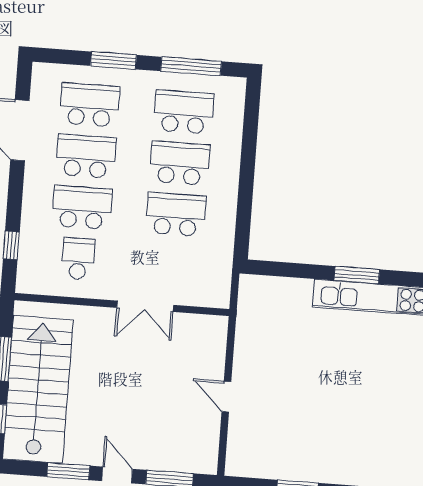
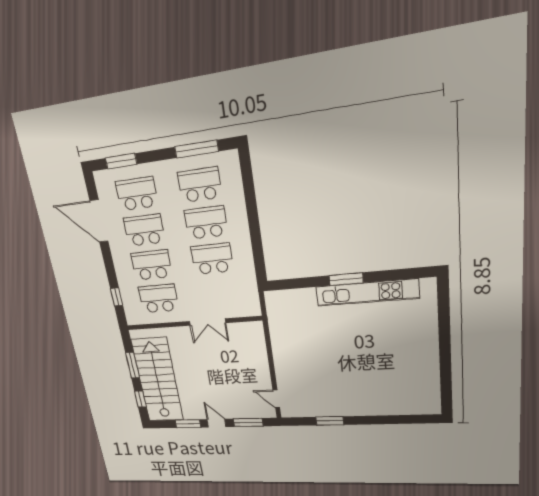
window: (113, 60) -> (121, 161), moved
school desk: (78, 259) -> (158, 299), width x1.85
door: (226, 397) -> (276, 399), moved

